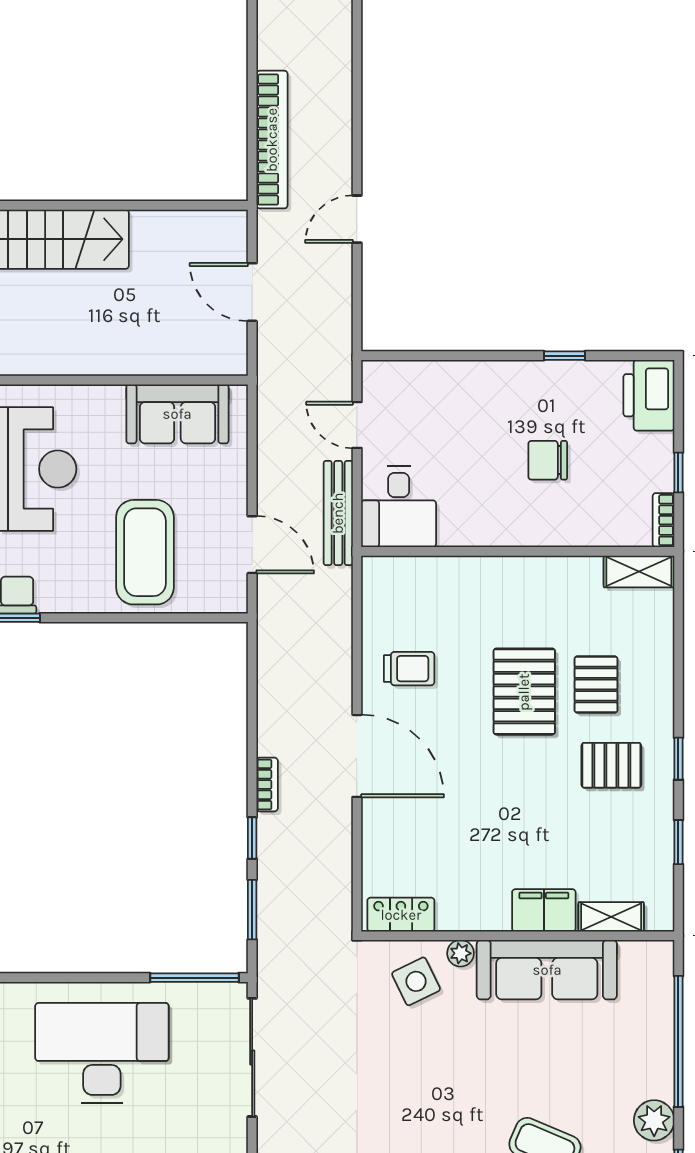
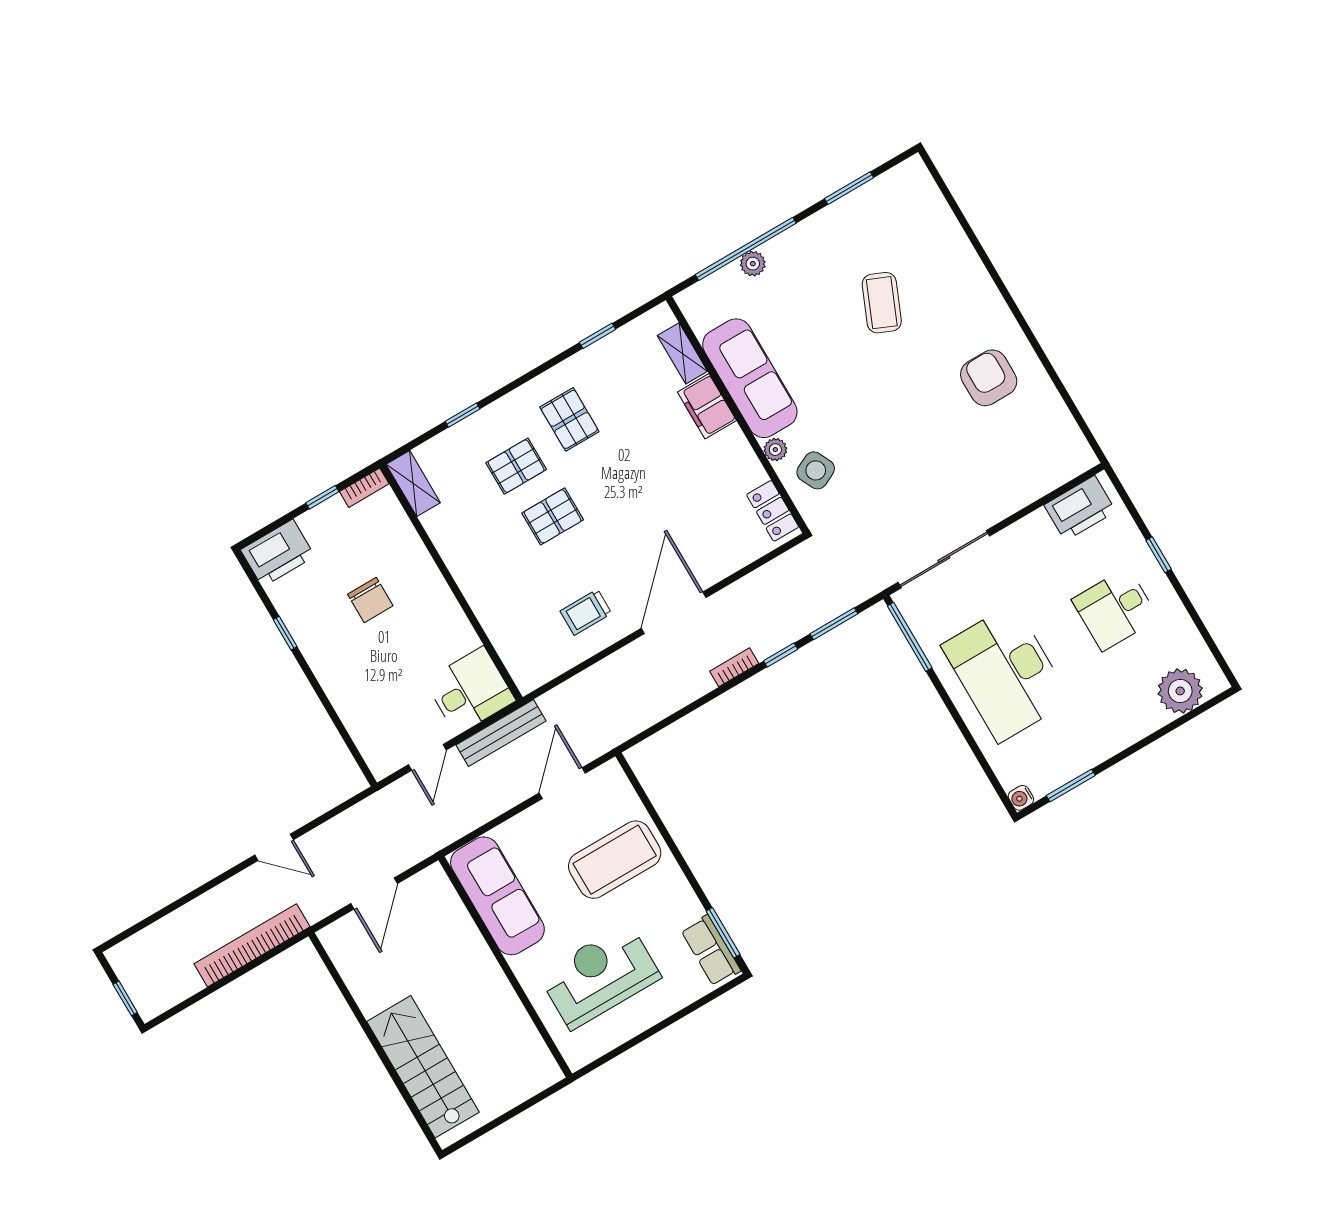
sofa: (177, 414) -> (497, 896), width x1.36
trolley: (409, 669) -> (586, 612), turned -90
pallet: (524, 692) -> (553, 516), width x0.67, depth x0.71
window: (678, 759) -> (462, 415), moved
plant: (654, 1120) -> (753, 264), moved, width x0.73, depth x0.73

